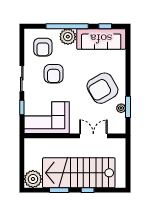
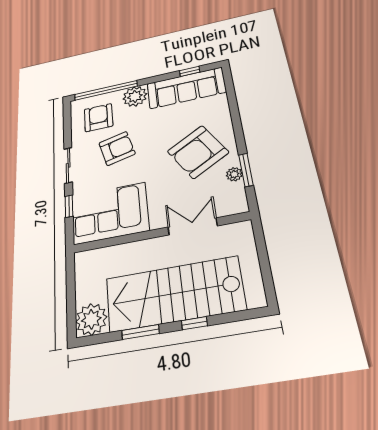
window: (67, 26) -> (106, 90), moved
armchair: (43, 47) -> (98, 118), turned 180
armchair: (54, 74) -> (117, 148), turned -104

